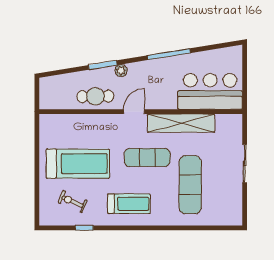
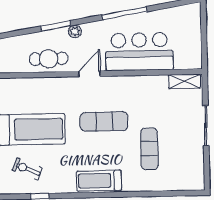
bar counter: (210, 91) -> (139, 52), moved
shelving: (181, 123) -> (185, 81), moved, width x0.45, depth x0.75
exercise mat: (190, 185) -> (149, 149), width x0.73, depth x0.69
treadmill: (129, 204) -> (99, 181), moved, turned 180

